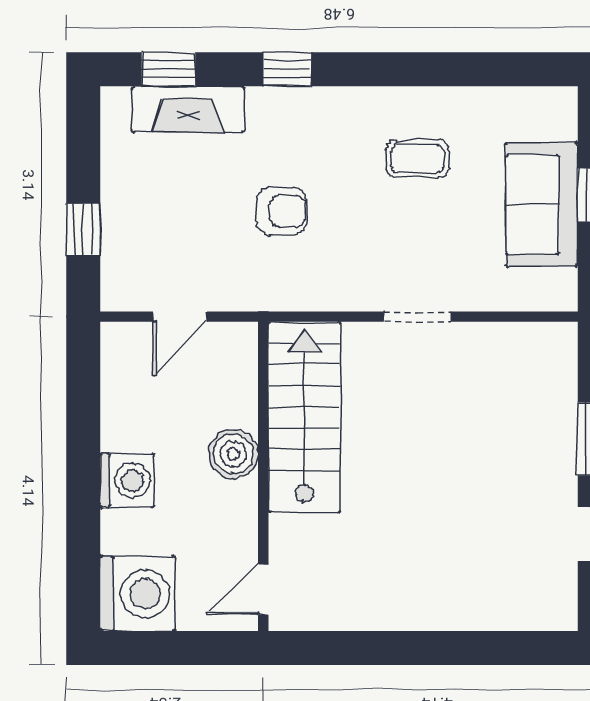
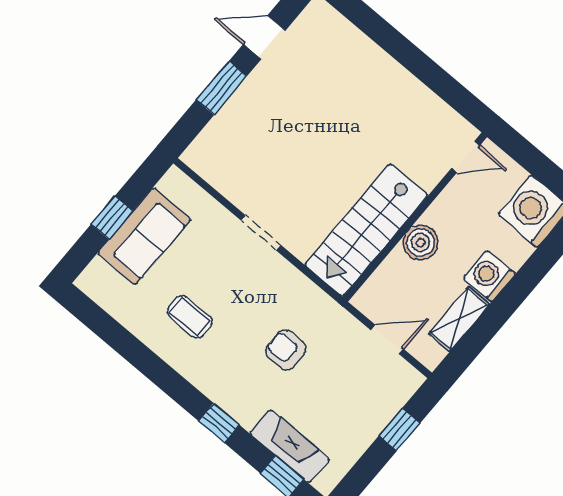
shelving: (120, 406) -> (459, 319), added

